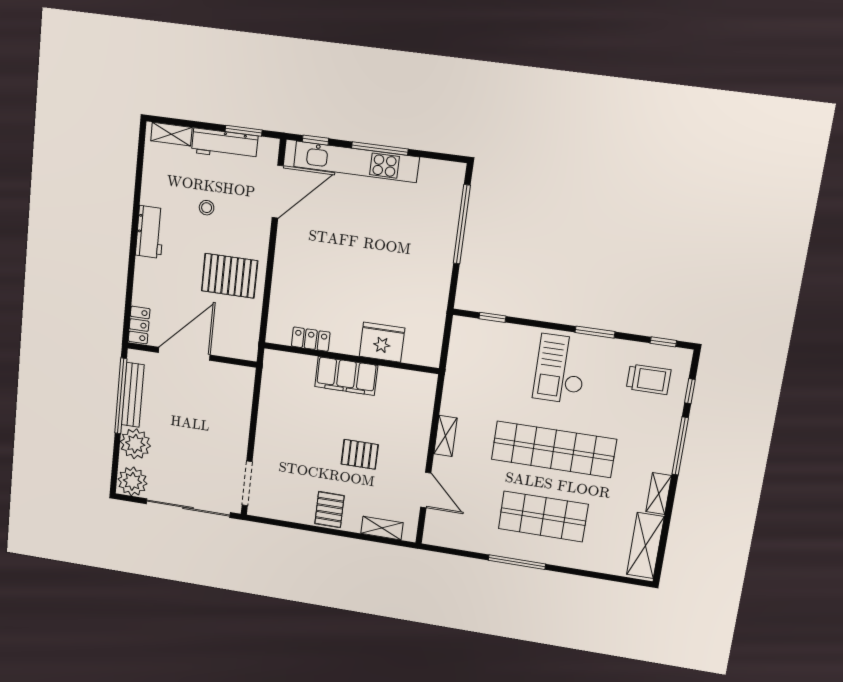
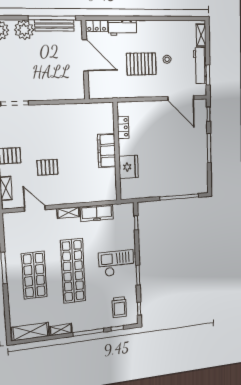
kitchen unit: (356, 162) -> (201, 137), removed
workbench: (150, 232) -> (123, 28), moved
pallet: (230, 276) -> (141, 64), moved, turned 90
locker: (311, 339) -> (123, 128), moved
fridge: (382, 342) -> (129, 167), moved
wall: (351, 358) -> (117, 152), moved
filing cabinet: (346, 376) -> (107, 151), moved
freezer: (457, 386) -> (97, 213), added
pallet: (360, 454) -> (47, 167), turned 90
door: (426, 490) -> (35, 209), swing flipped

